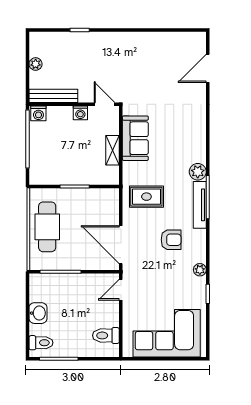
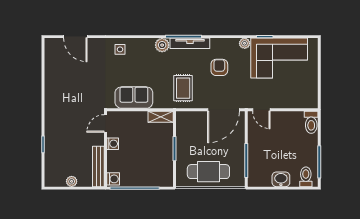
side table: (193, 122) -> (120, 49), added
shelving: (113, 150) -> (161, 117), moved
corner sofa: (167, 333) -> (279, 58), moved, turned -90
toilet: (106, 335) -> (311, 122), moved

